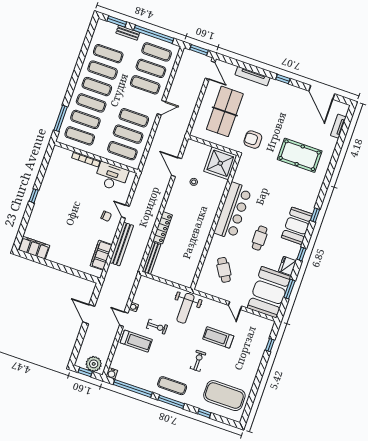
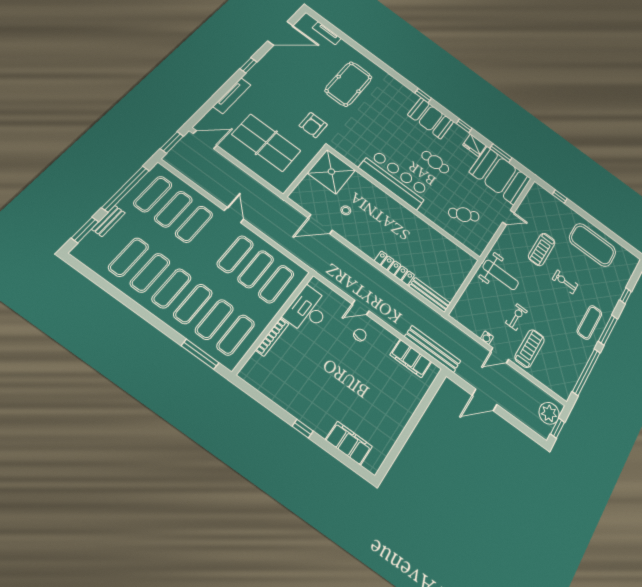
bench: (122, 244) -> (433, 349), moved
filing cabinet: (34, 248) -> (349, 443), moved, turned 90
water cooler: (112, 373) -> (564, 393), removed
exercise mat: (224, 396) -> (593, 245), moved, turned 90

